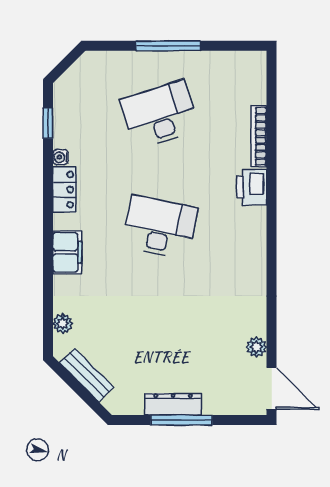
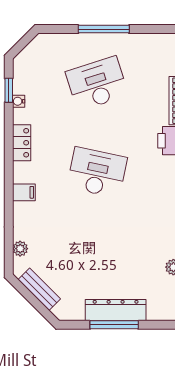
water cooler: (61, 157) -> (19, 101), moved
filing cabinet: (67, 252) -> (24, 192), width x0.50
dresser: (173, 404) -> (116, 310), width x1.37, depth x1.24

